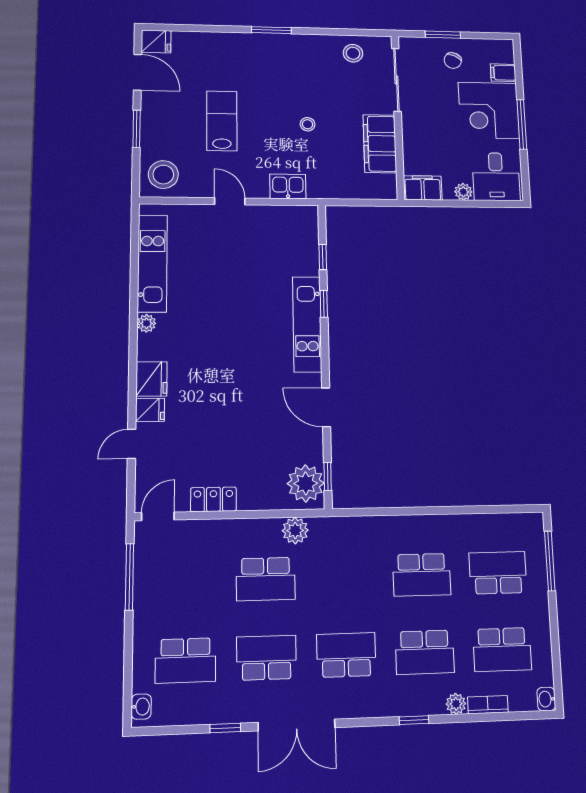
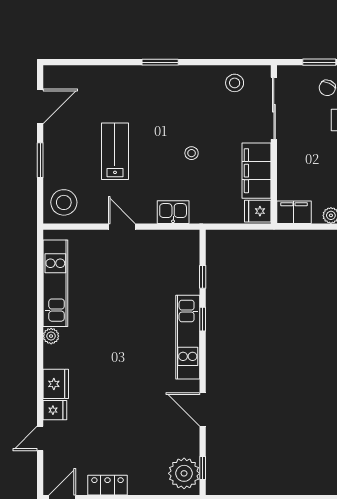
fridge: (156, 41) -> (258, 211), moved, turned 180
door: (137, 72) -> (40, 106), hinge flipped

